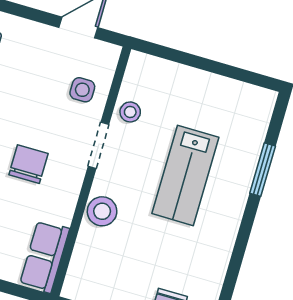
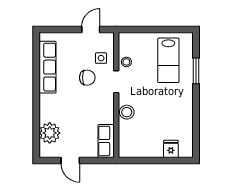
chair: (28, 164) -> (87, 78), moved, turned 90
lab bench: (185, 175) -> (168, 60), moved

